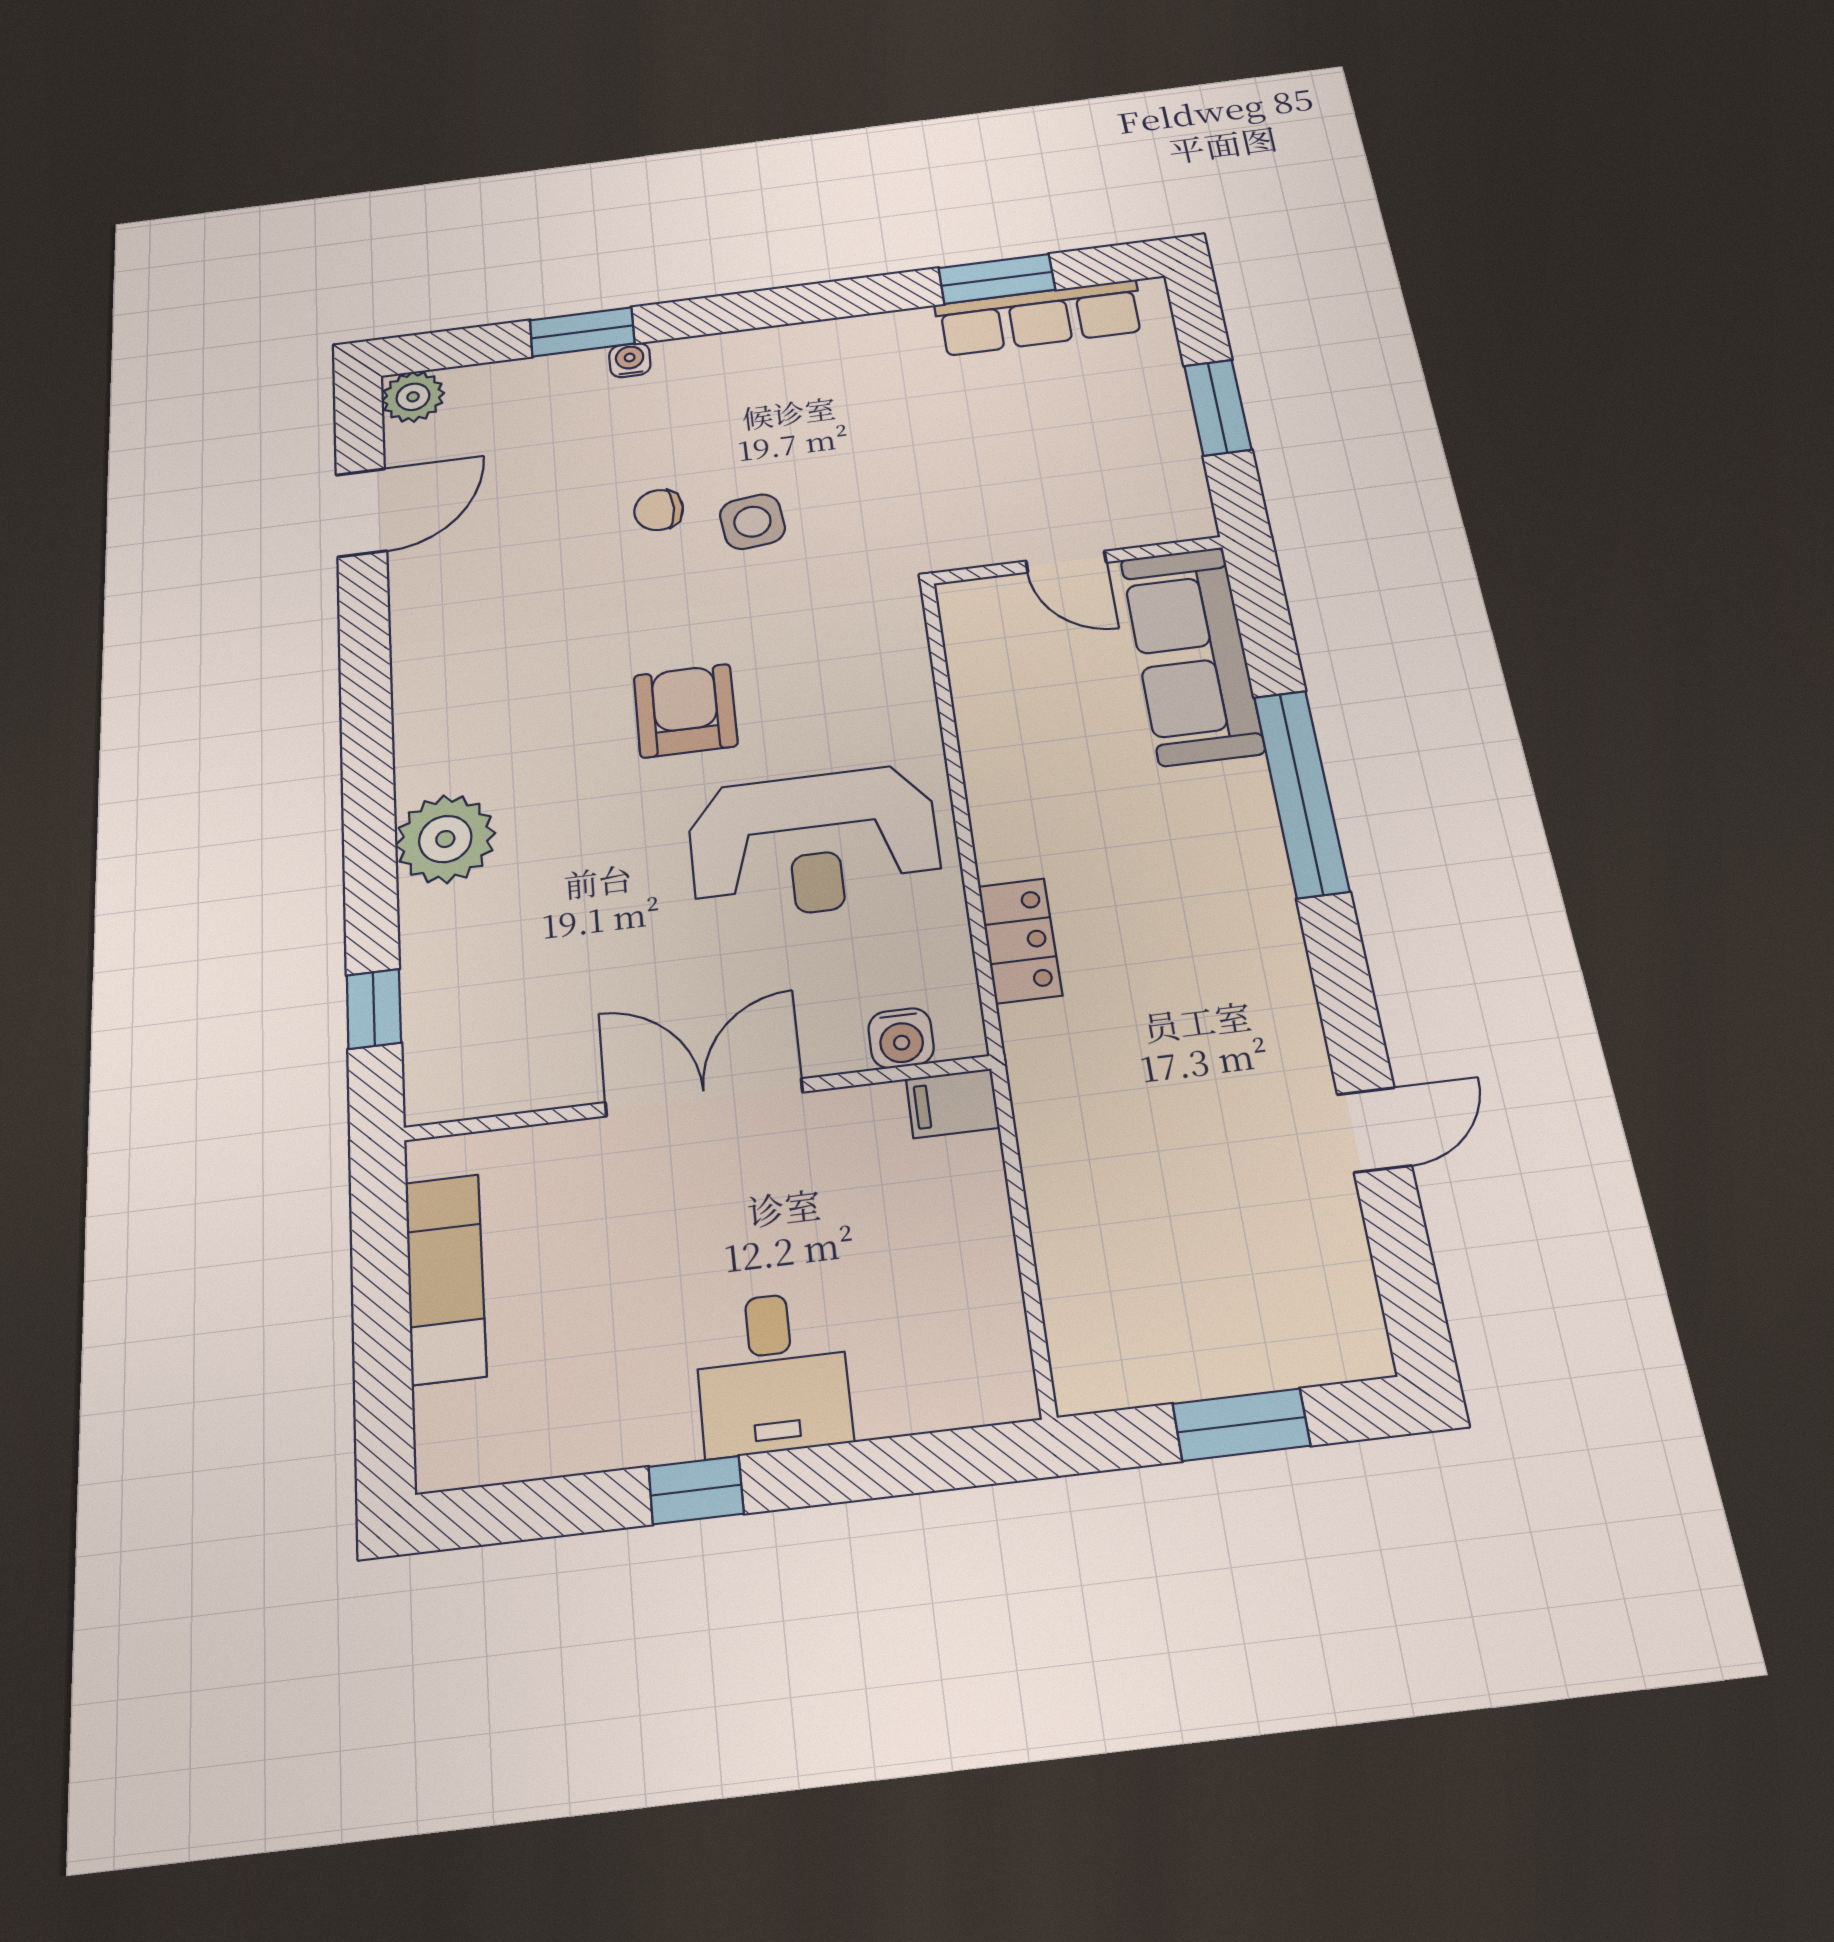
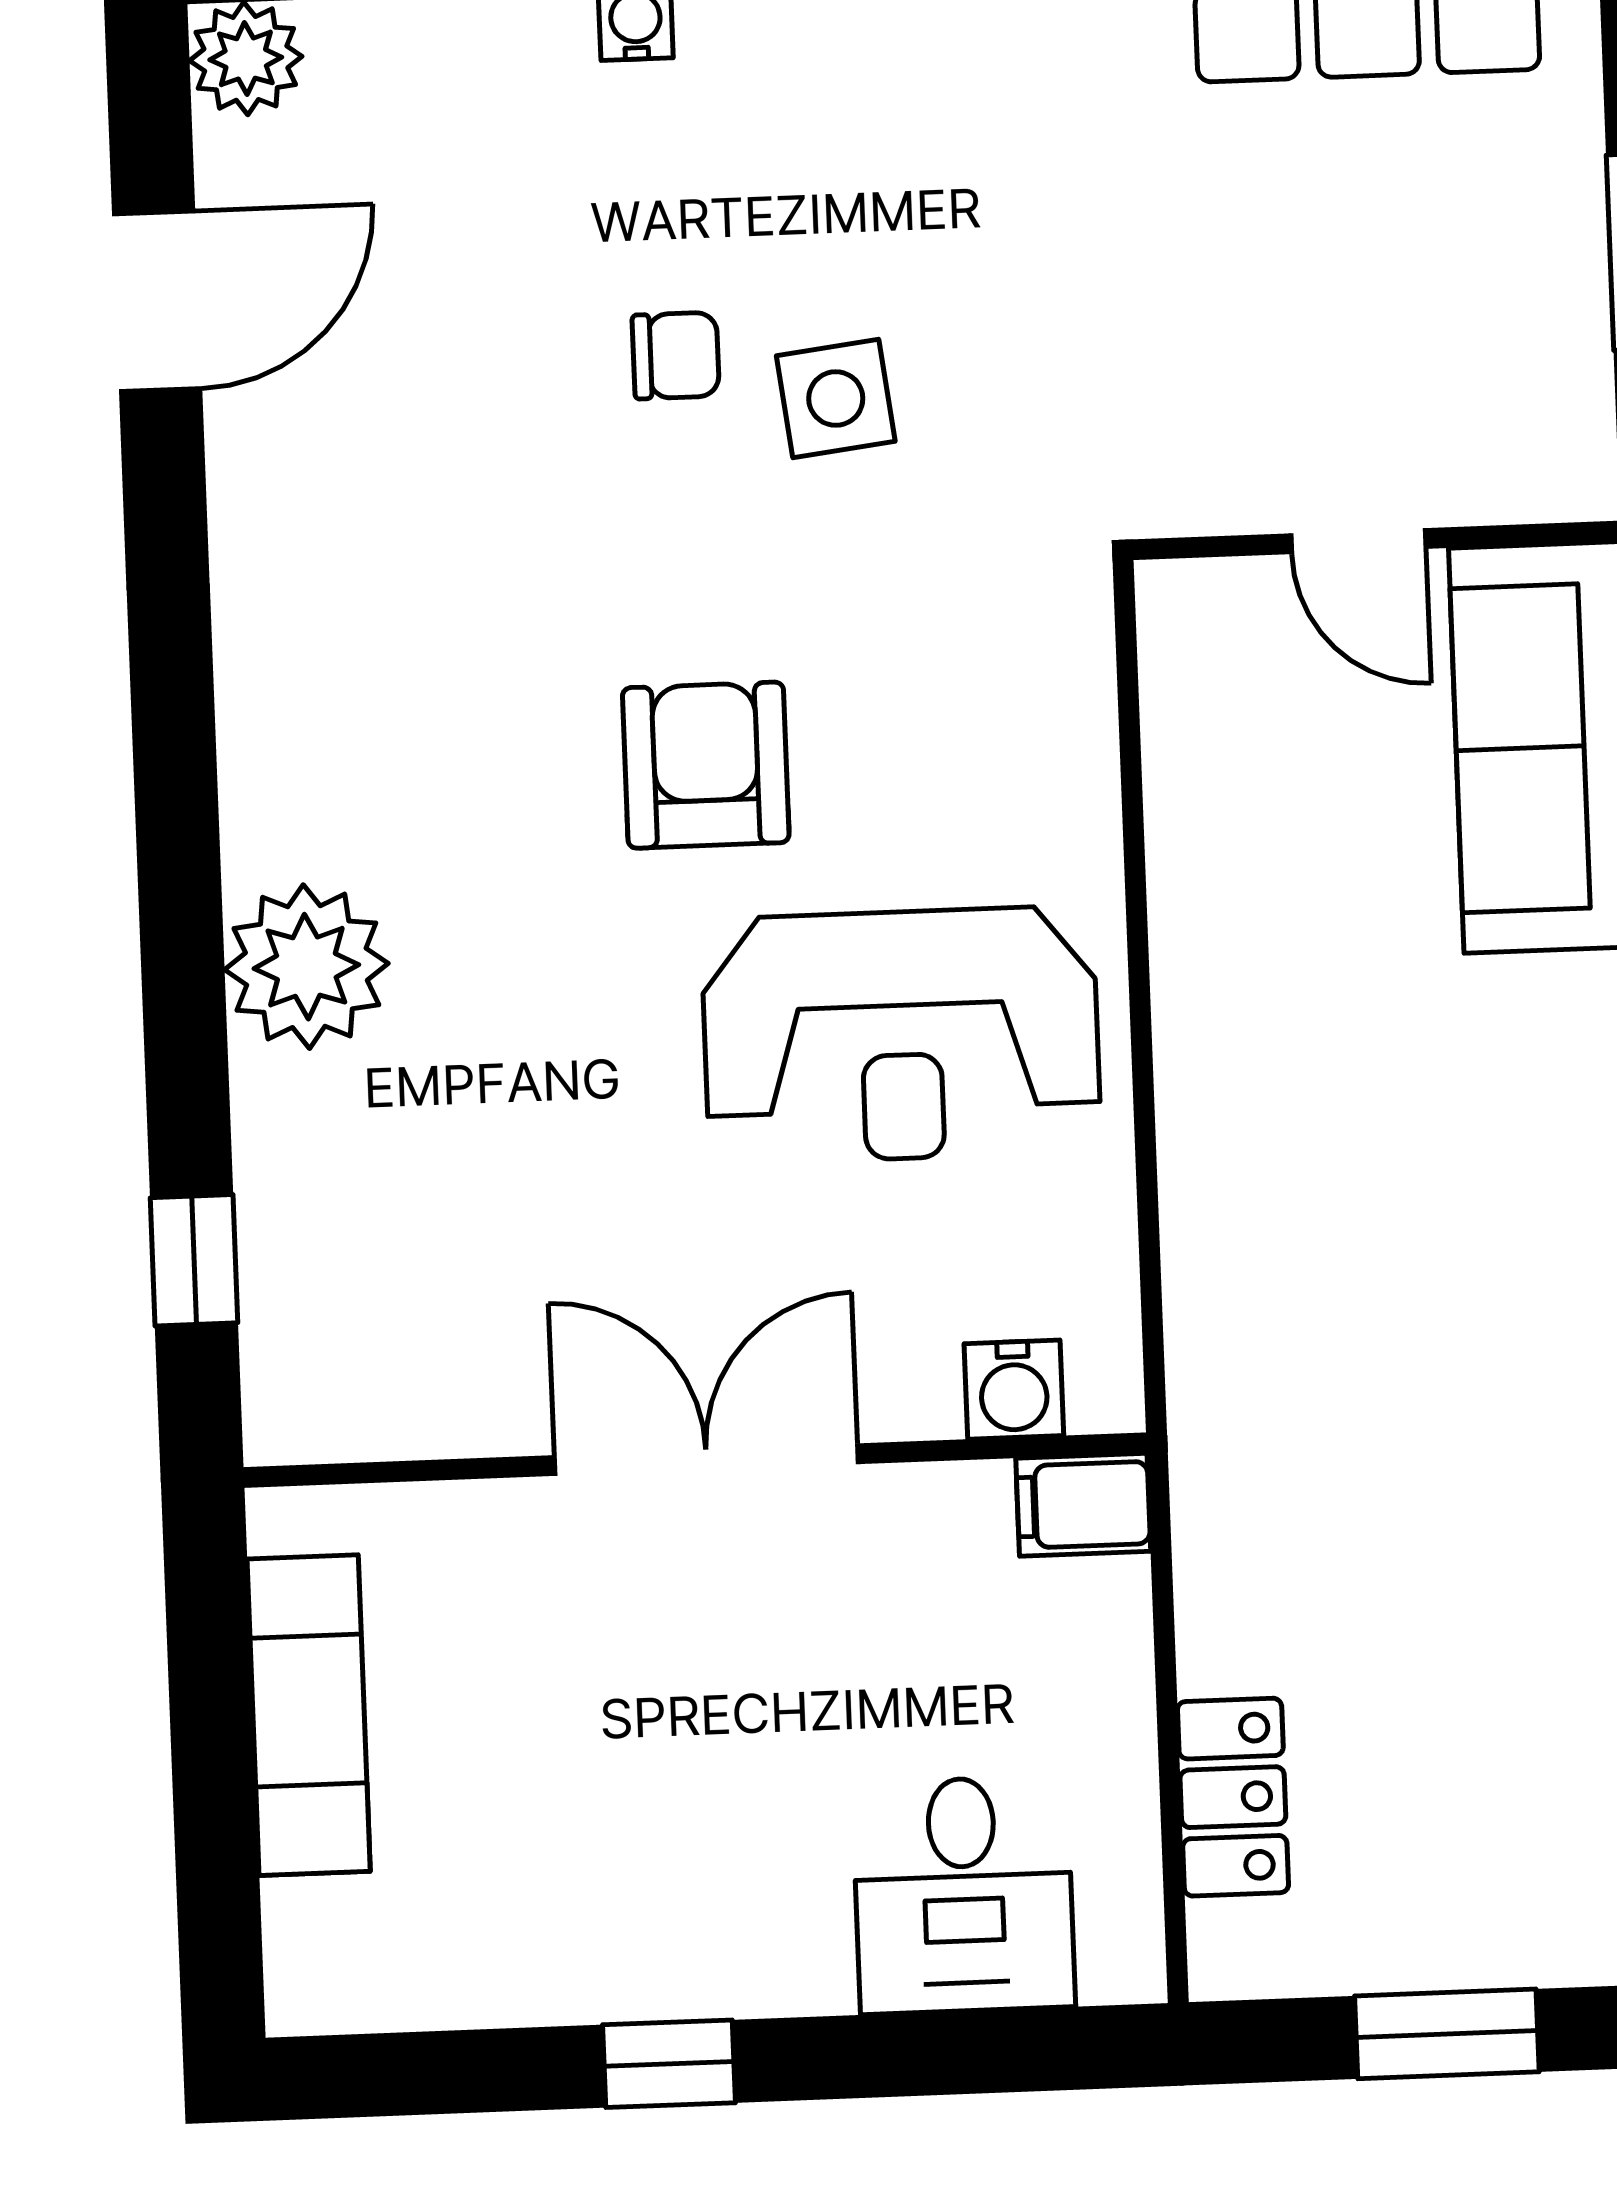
chair: (659, 510) -> (676, 356), turned 180
locker: (1020, 941) -> (1233, 1797), moved
desk: (772, 1373) -> (964, 1895), moved

